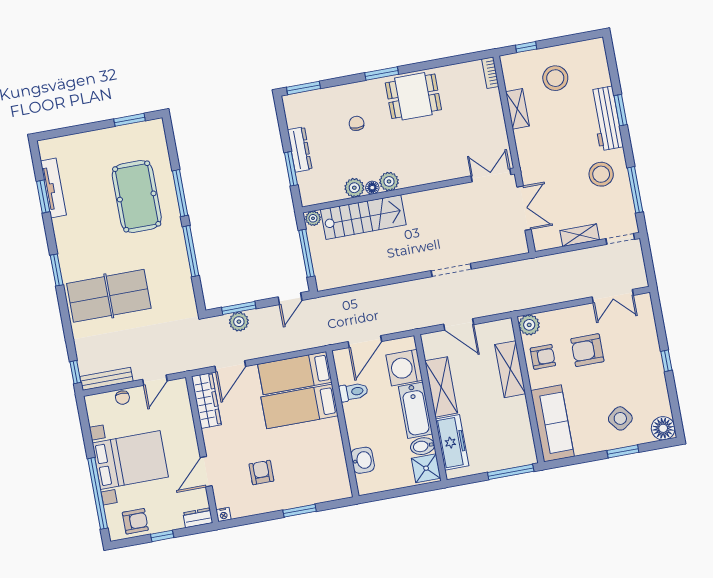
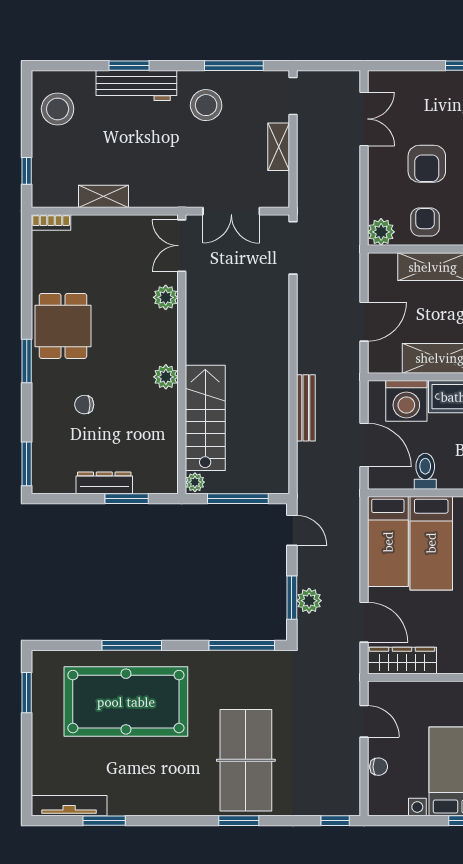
stool: (555, 78) -> (58, 109), moved
tv unit: (53, 188) -> (69, 806), moved
plant: (354, 188) -> (166, 297), moved
floor lamp: (372, 188) -> (170, 400), removed
pool table: (137, 196) -> (126, 702), width x1.36, depth x1.32
double door: (524, 208) -> (231, 211), swing flipped
window: (191, 251) -> (242, 645), moved
window: (57, 270) -> (239, 821), moved
doorway: (451, 270) -> (293, 248), moved
bench: (106, 379) -> (306, 408), moved

